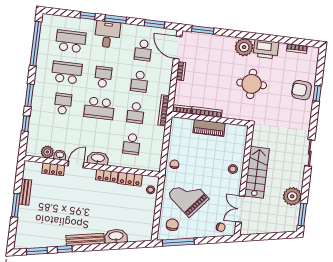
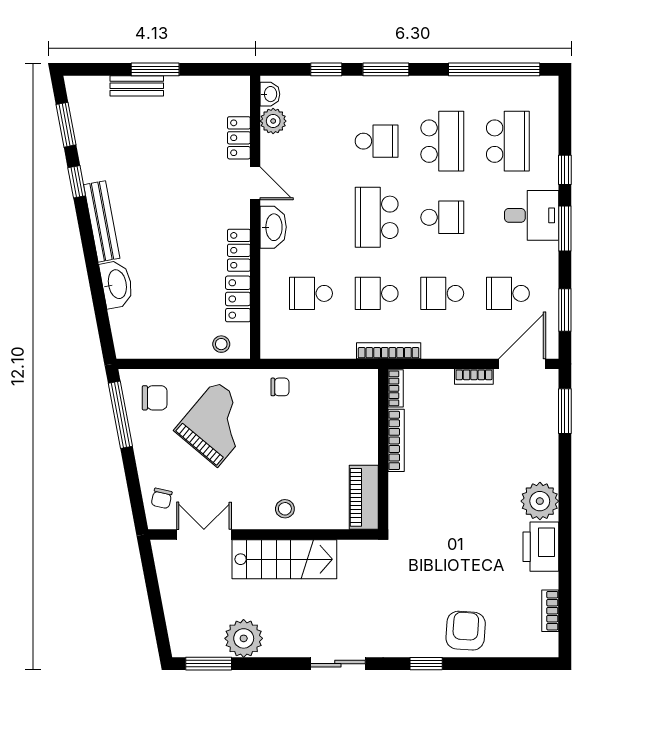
round table: (252, 84) -> (466, 526), removed
window: (317, 93) -> (426, 664), moved
piano: (209, 128) -> (364, 497), moved
washbasin: (60, 155) -> (270, 94), moved
bench: (25, 192) -> (137, 86), moved

